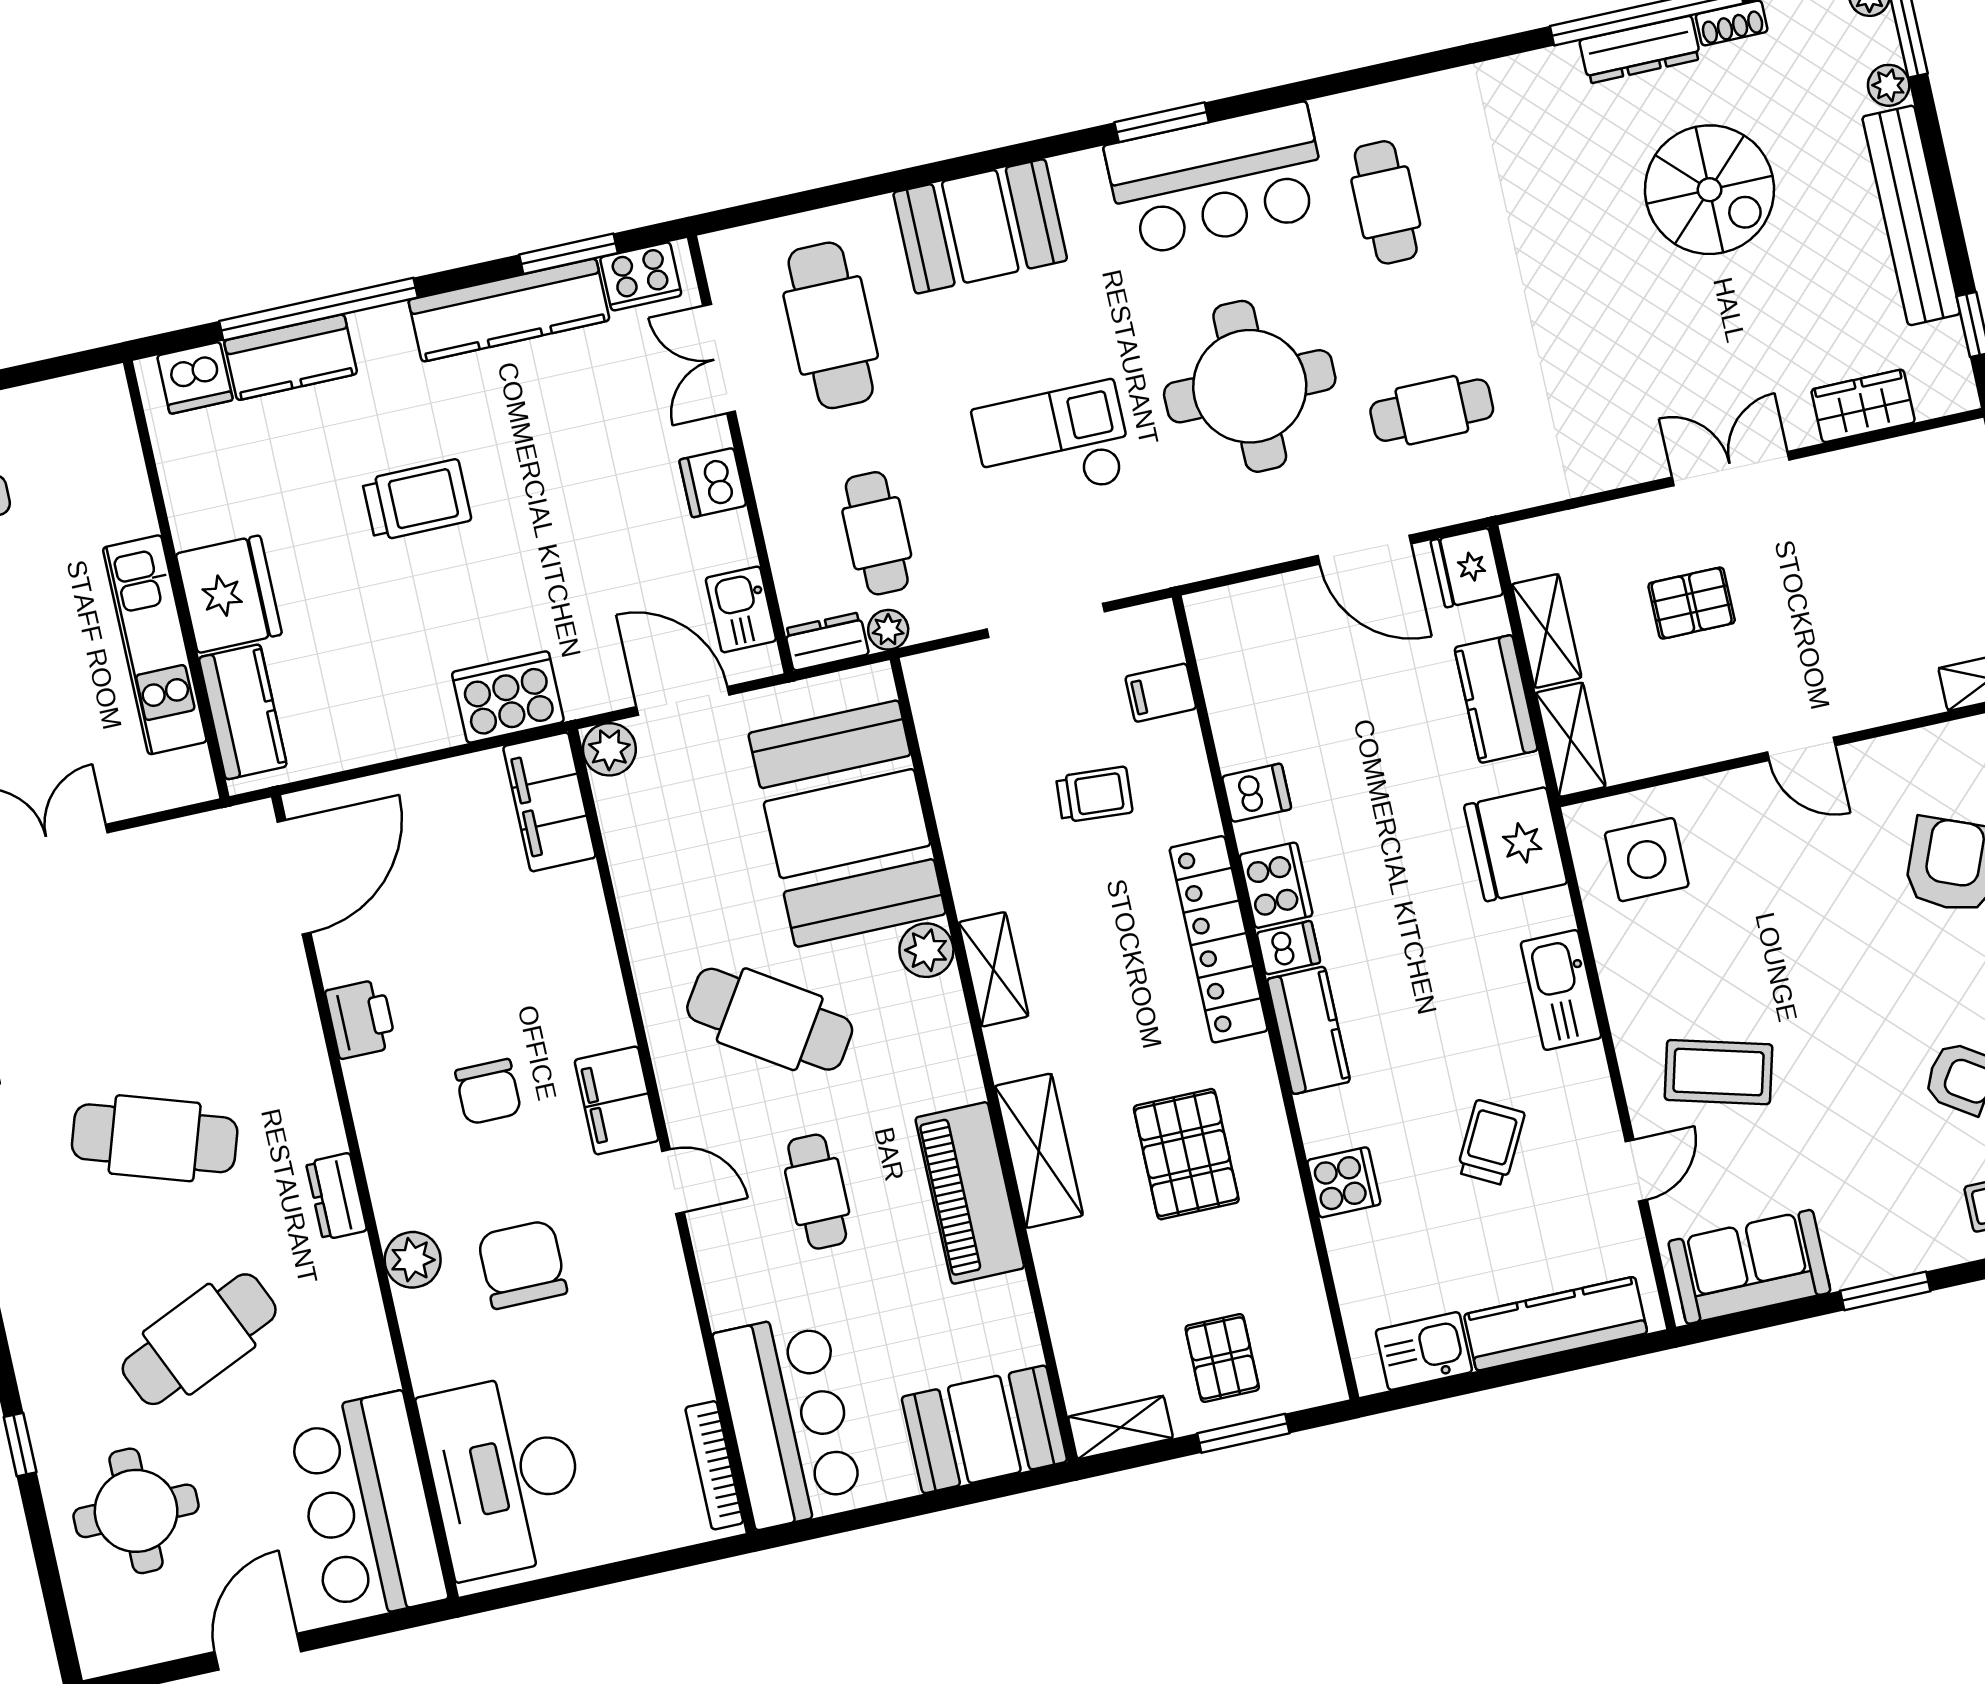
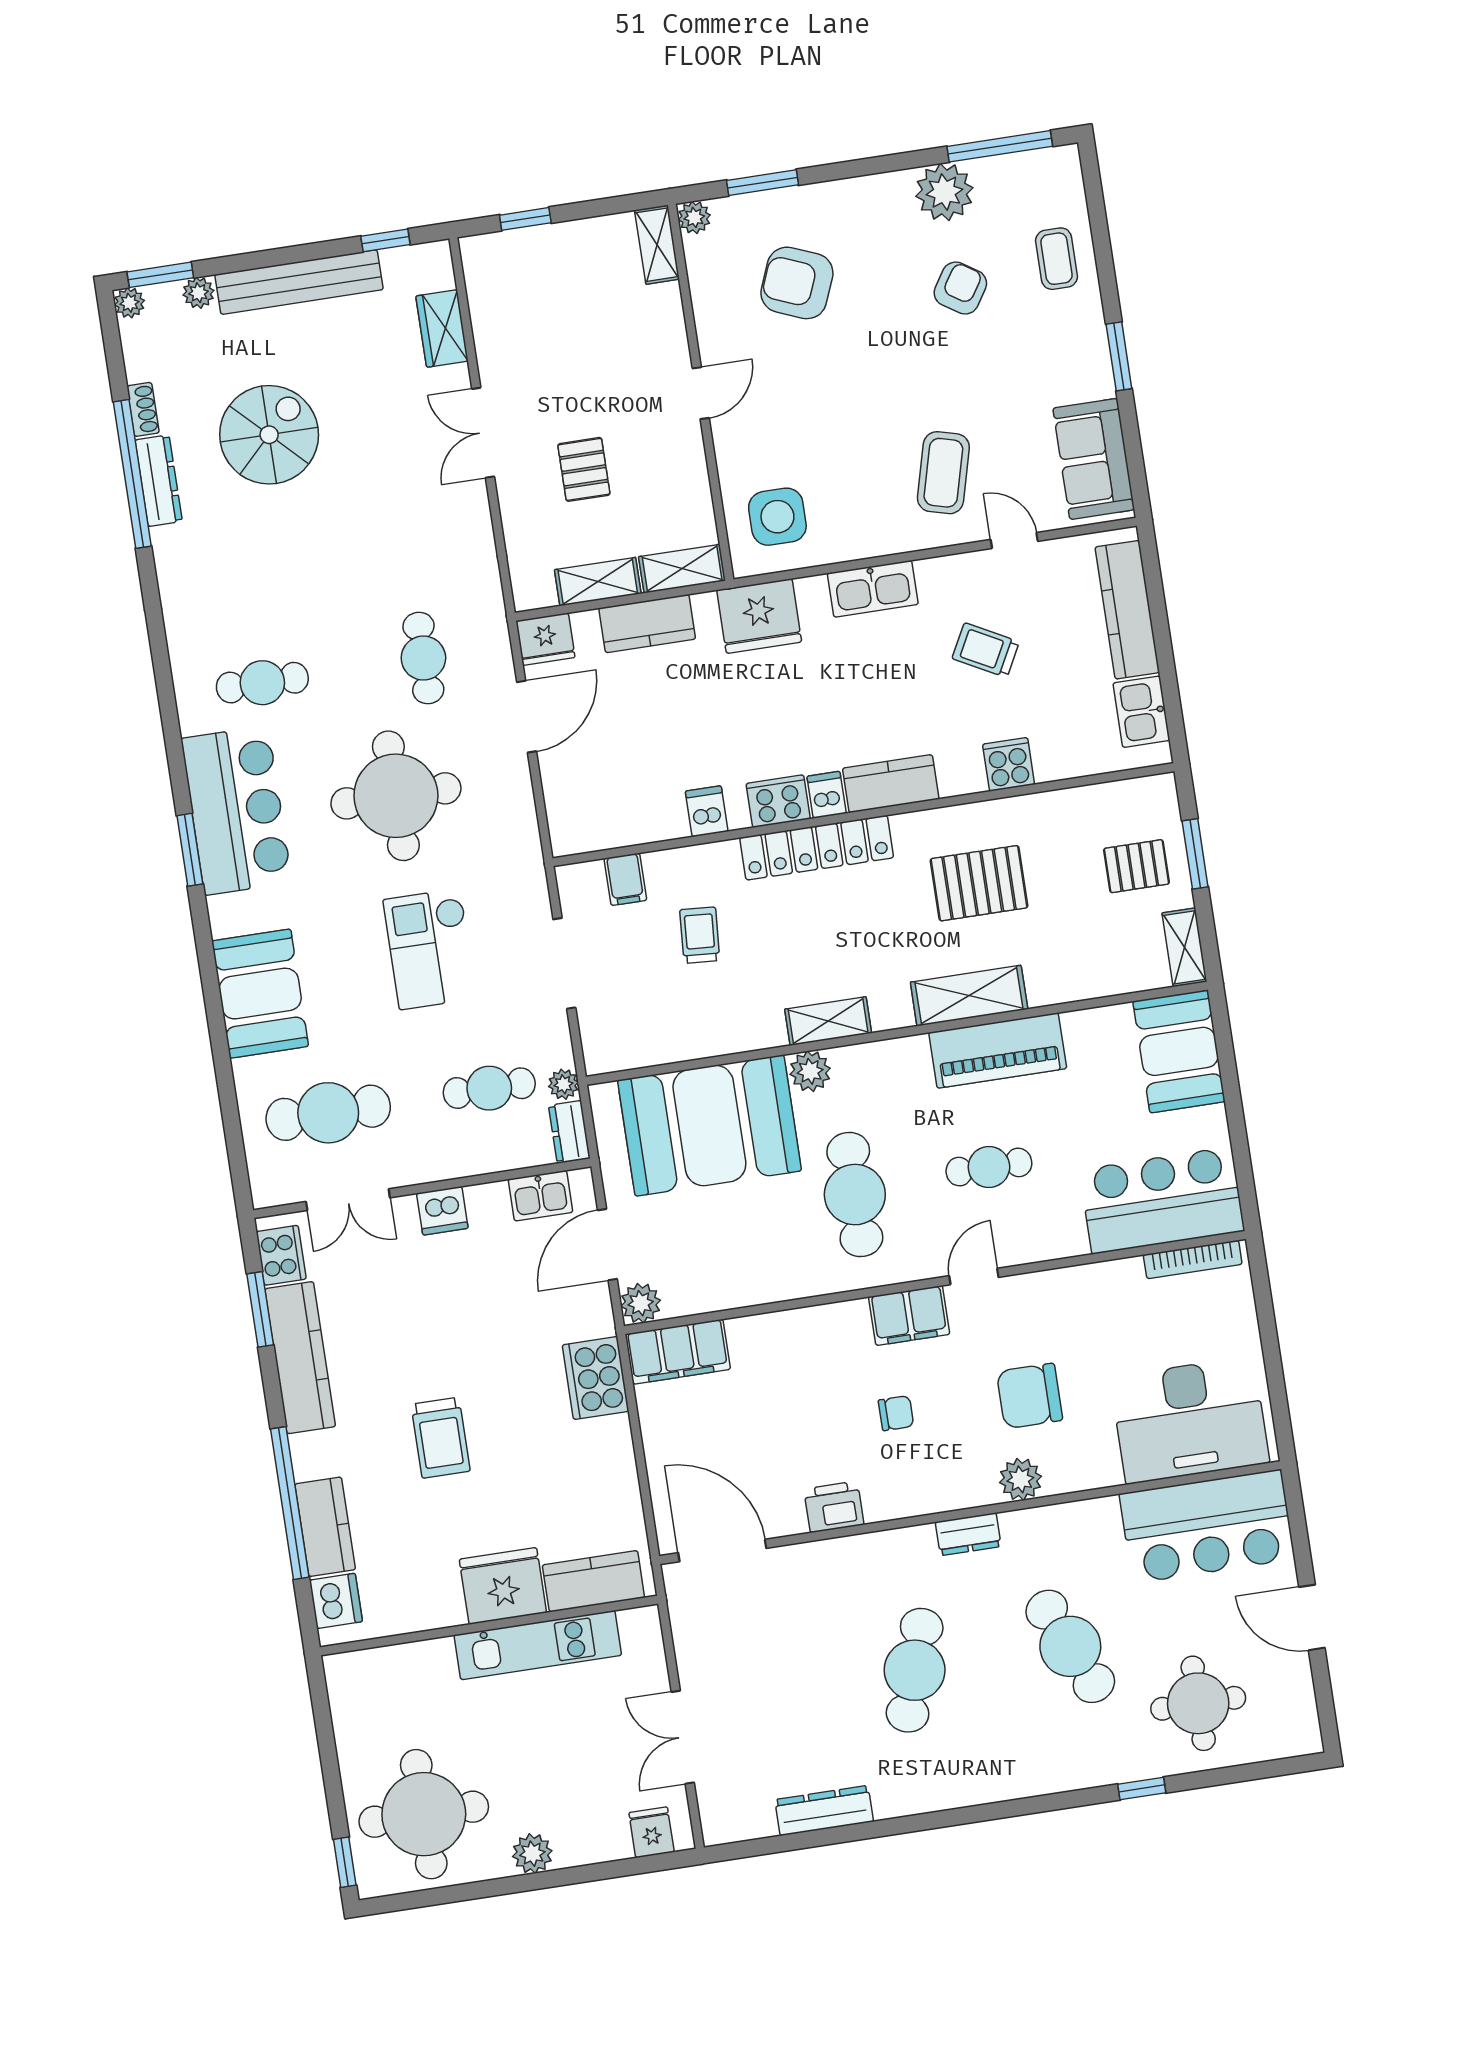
trolley: (417, 500) -> (441, 1438), turned 180
cafe table: (770, 1019) -> (855, 1195), turned -33
chair: (488, 1092) -> (896, 1413), width x0.73, depth x0.73

